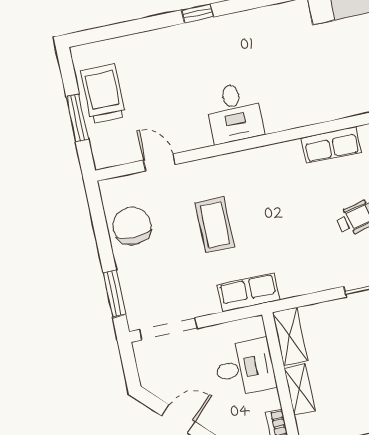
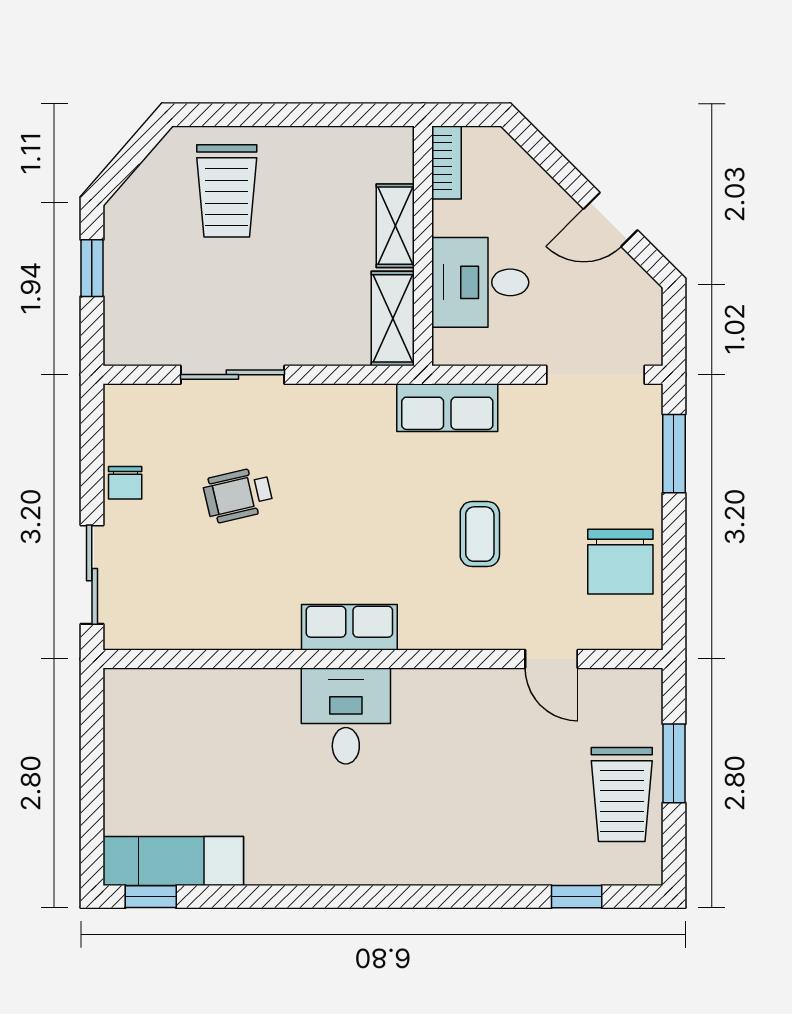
window: (198, 13) -> (577, 897), moved
desk: (234, 113) -> (346, 716), moved
row of seats: (331, 145) -> (349, 627), moved
coffee table: (215, 225) -> (480, 534), width x0.73, depth x0.77

